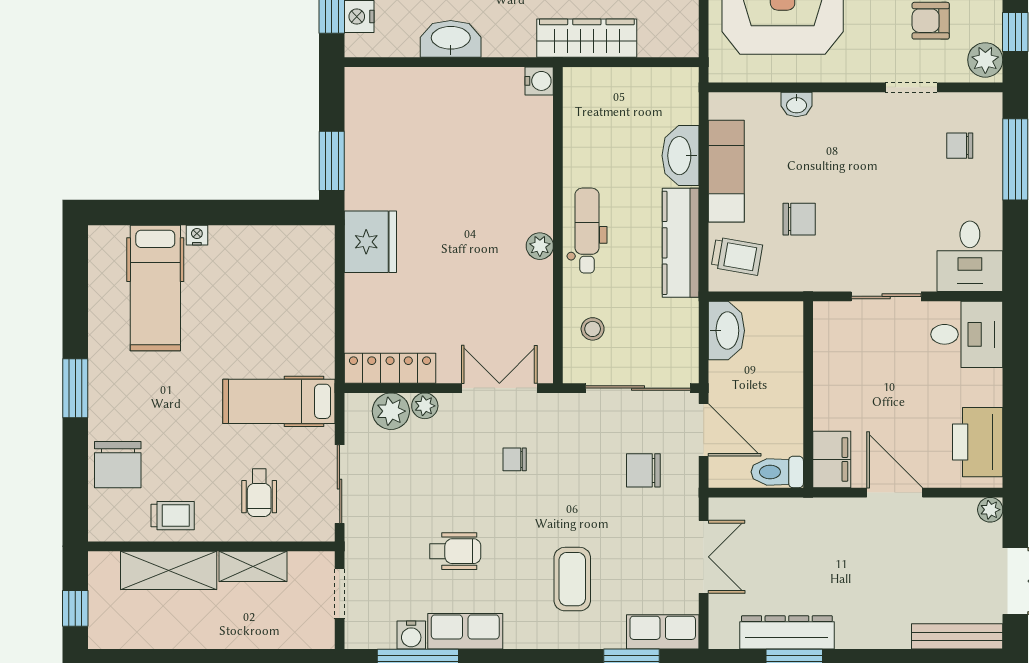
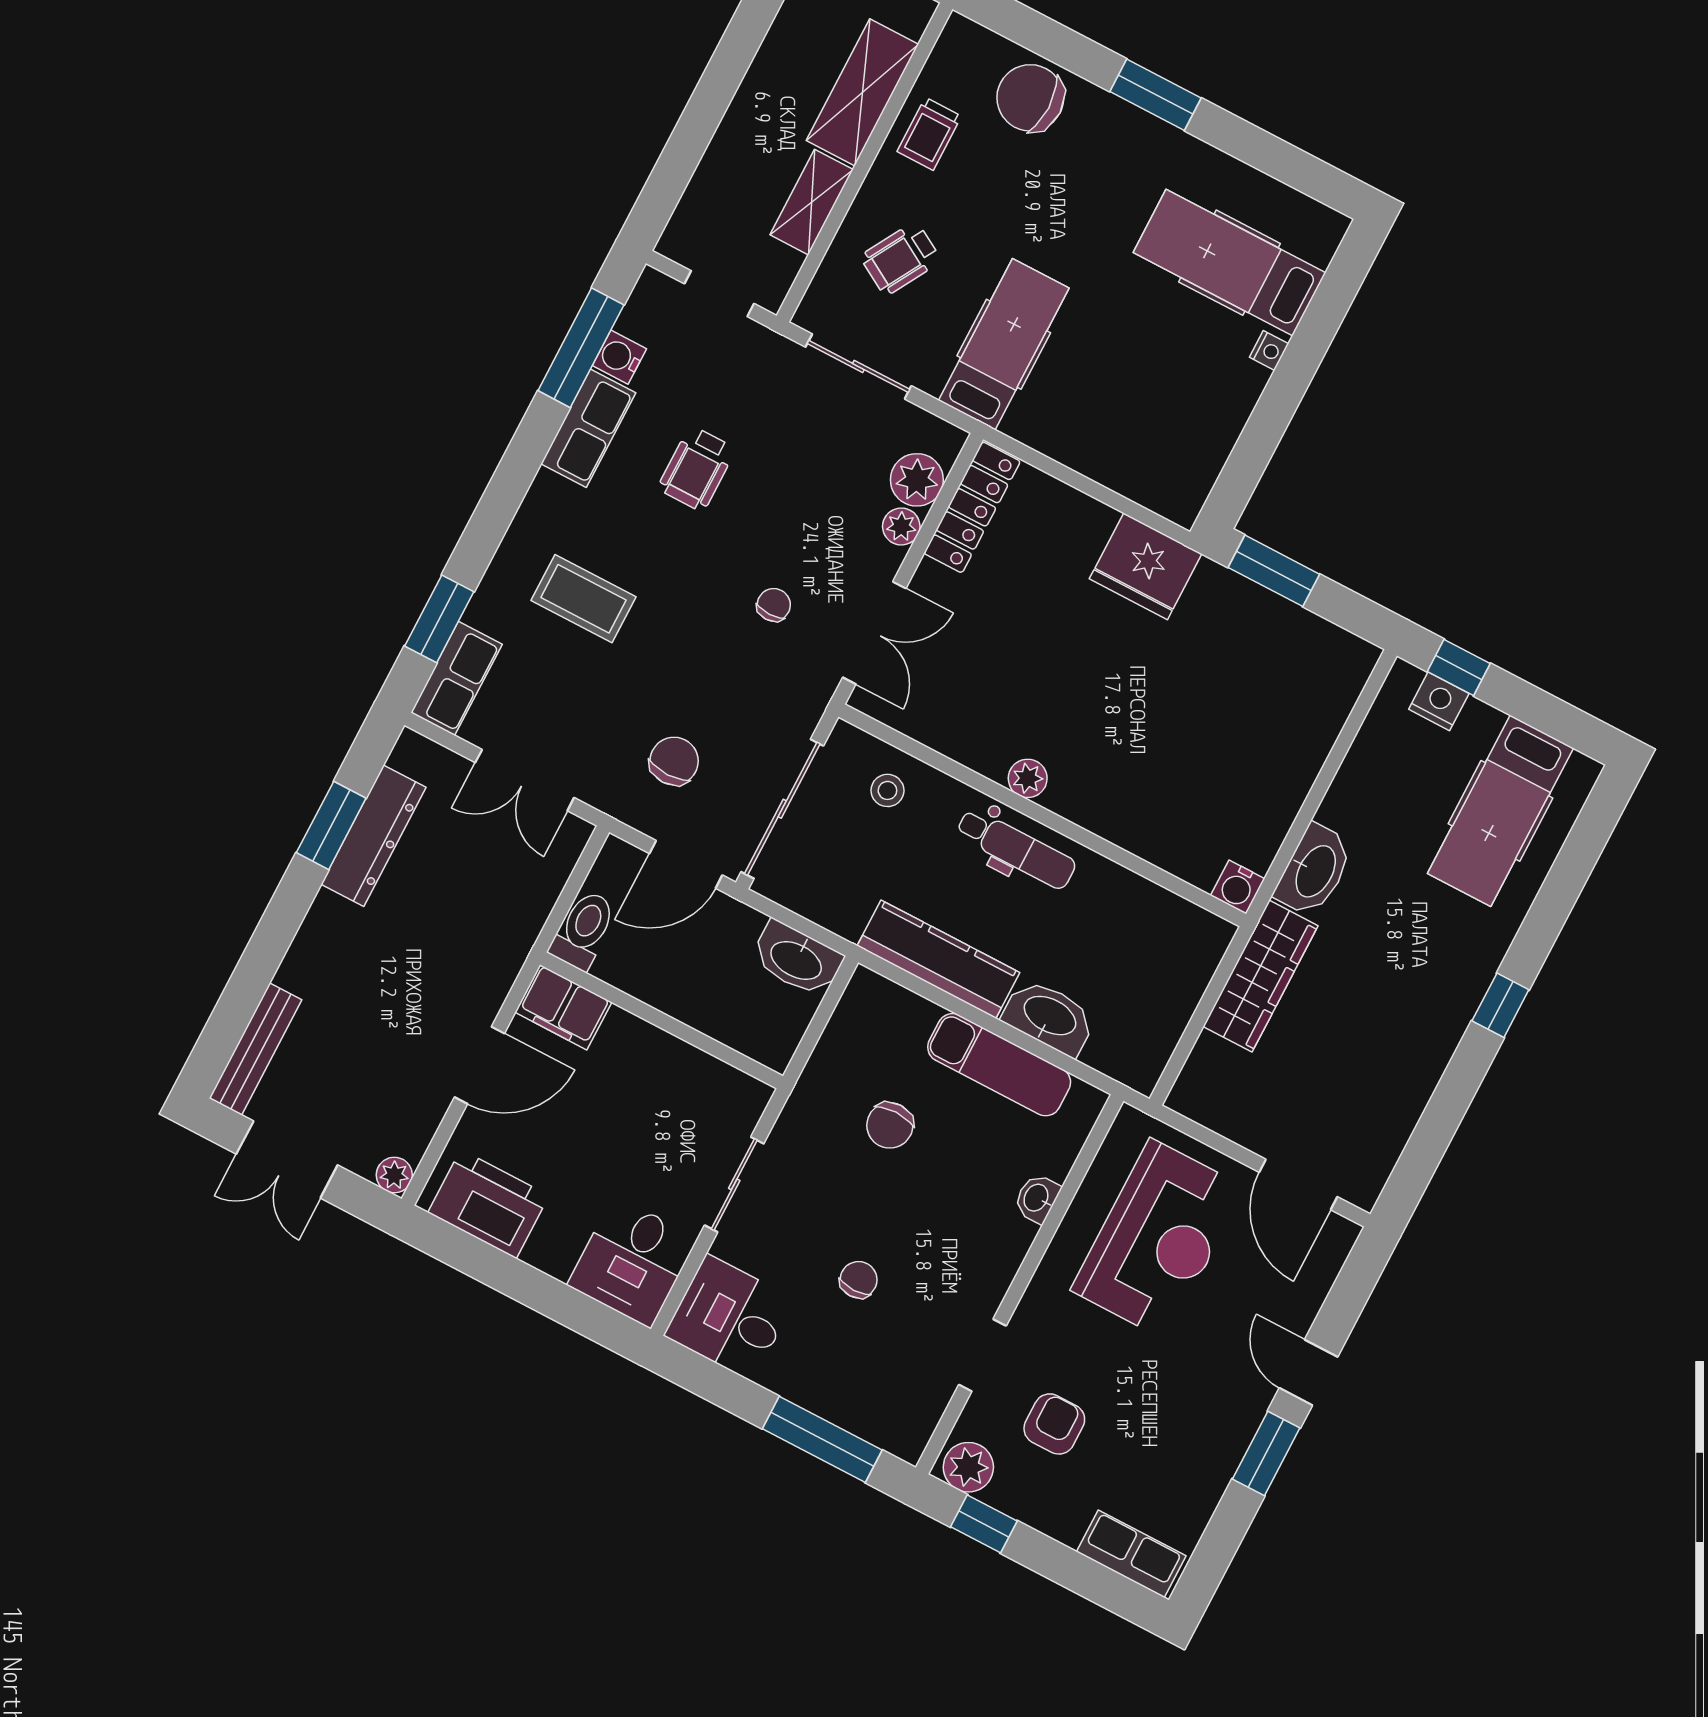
washbasin: (451, 39) -> (1314, 871), moved
chair: (960, 146) -> (859, 1280), moved
trolley: (737, 256) -> (884, 1022), removed
wheelchair: (259, 493) -> (901, 259), turned -60

